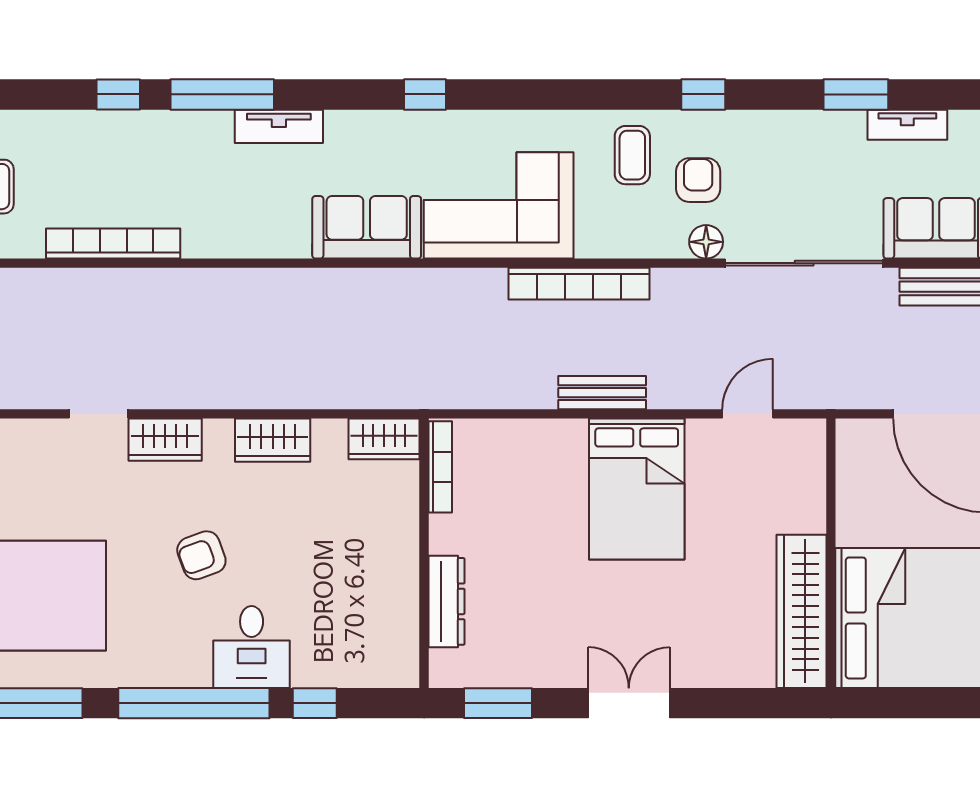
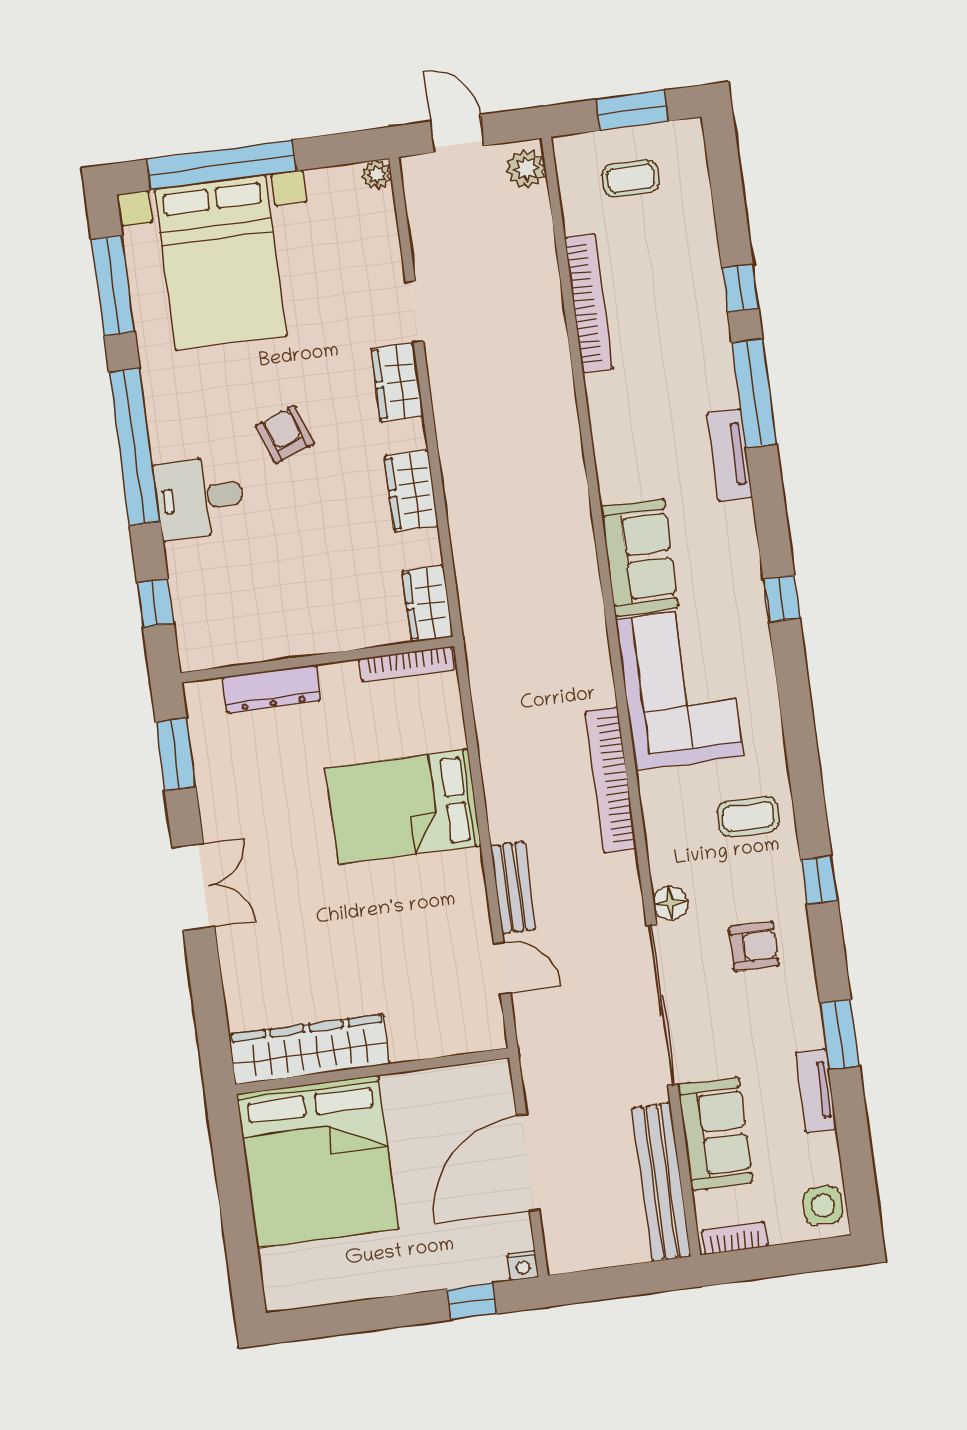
armchair: (698, 180) -> (754, 946), moved
bench: (602, 393) -> (513, 888), moved
bed: (637, 489) -> (403, 807), moved
window: (315, 703) -> (155, 603), moved

